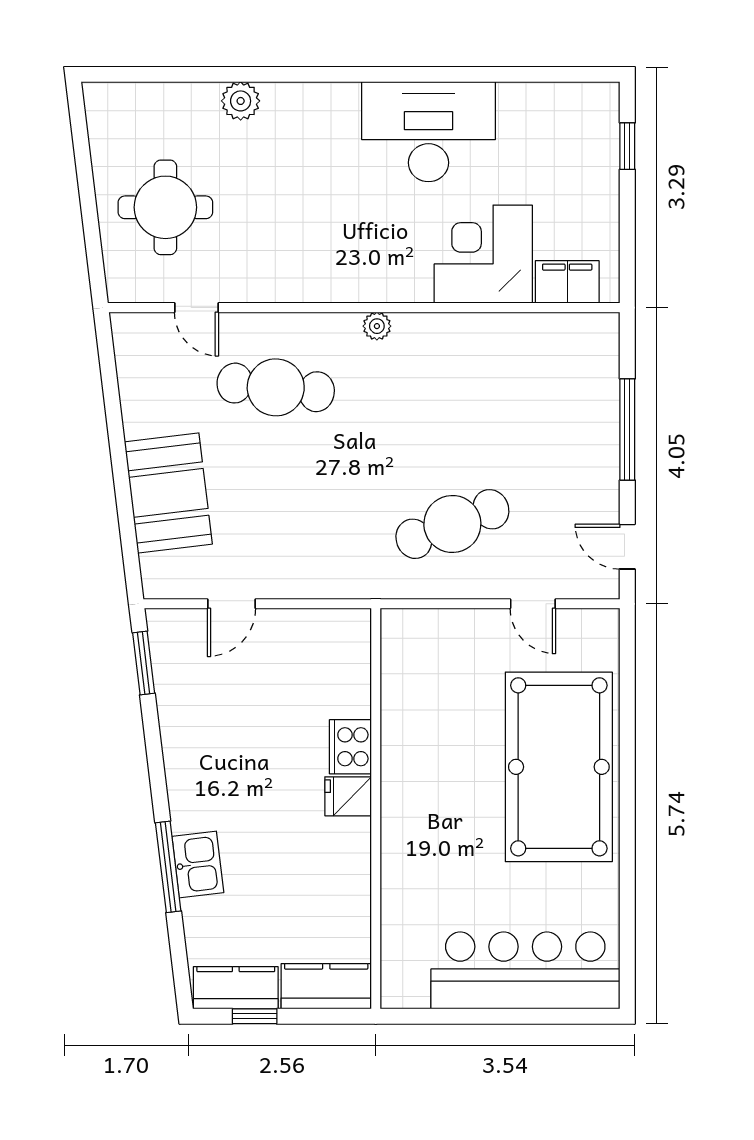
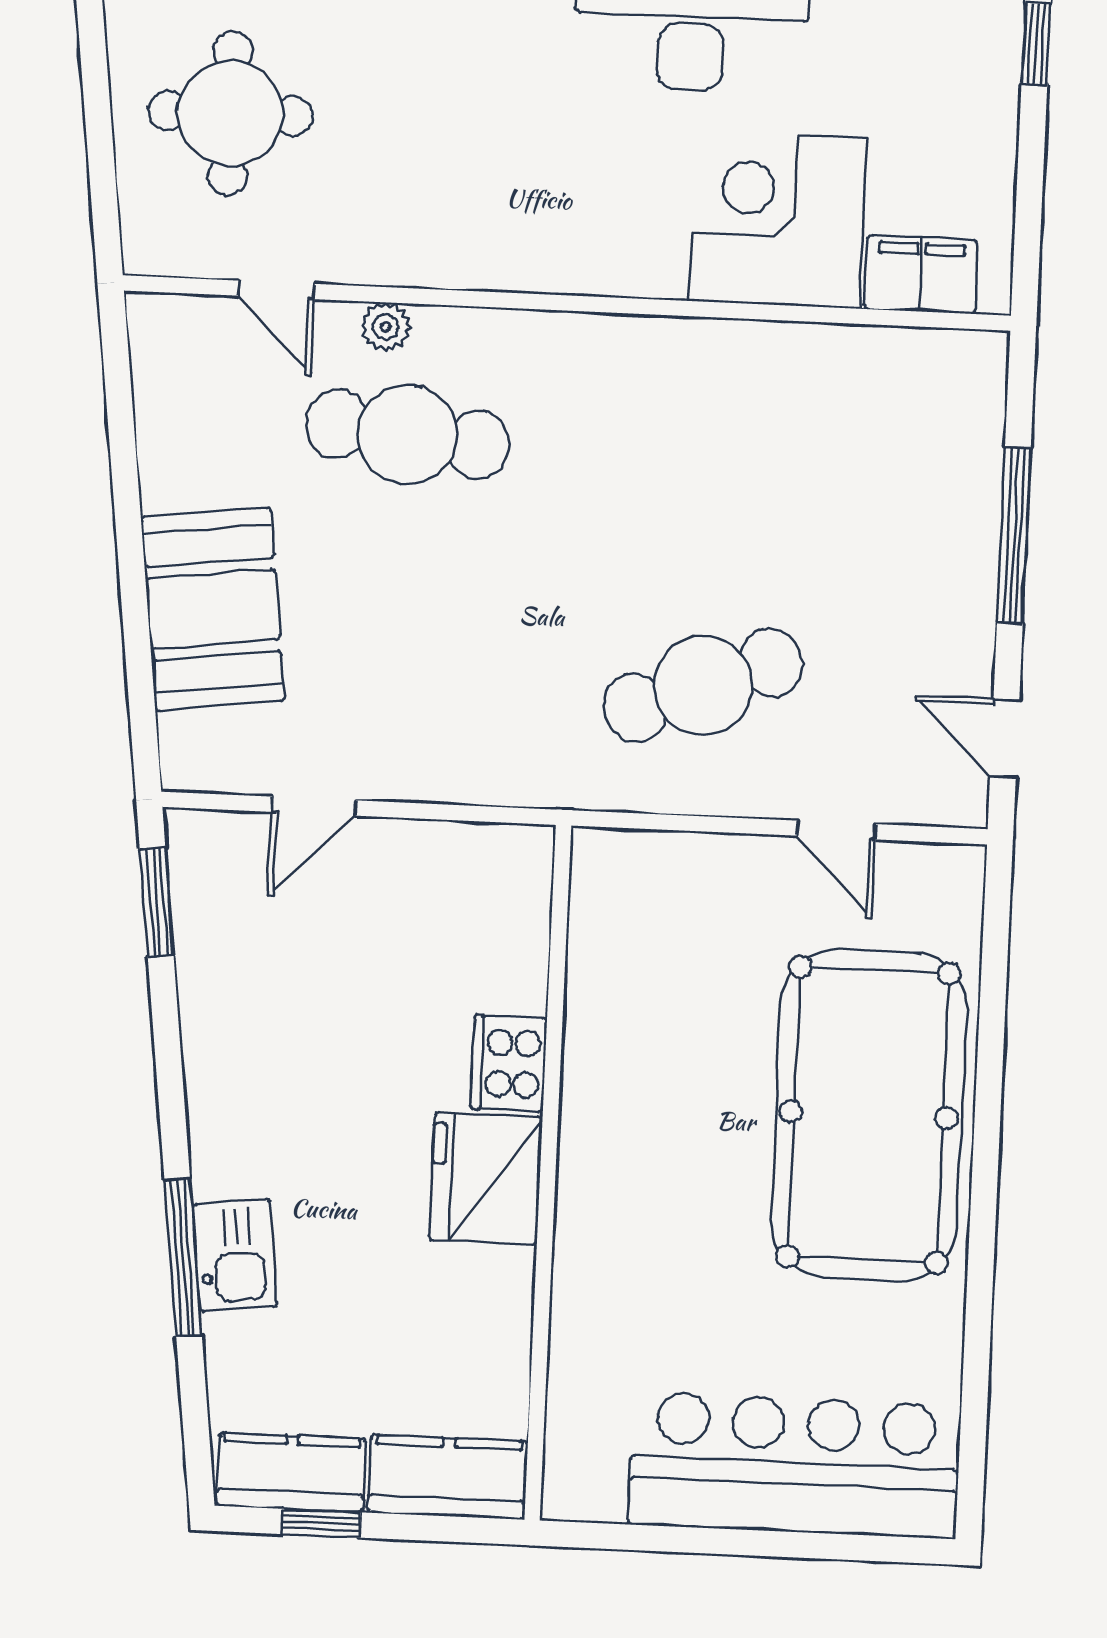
plant: (377, 326) -> (386, 327), moved
fridge: (348, 796) -> (486, 1179), width x1.88, depth x1.34

